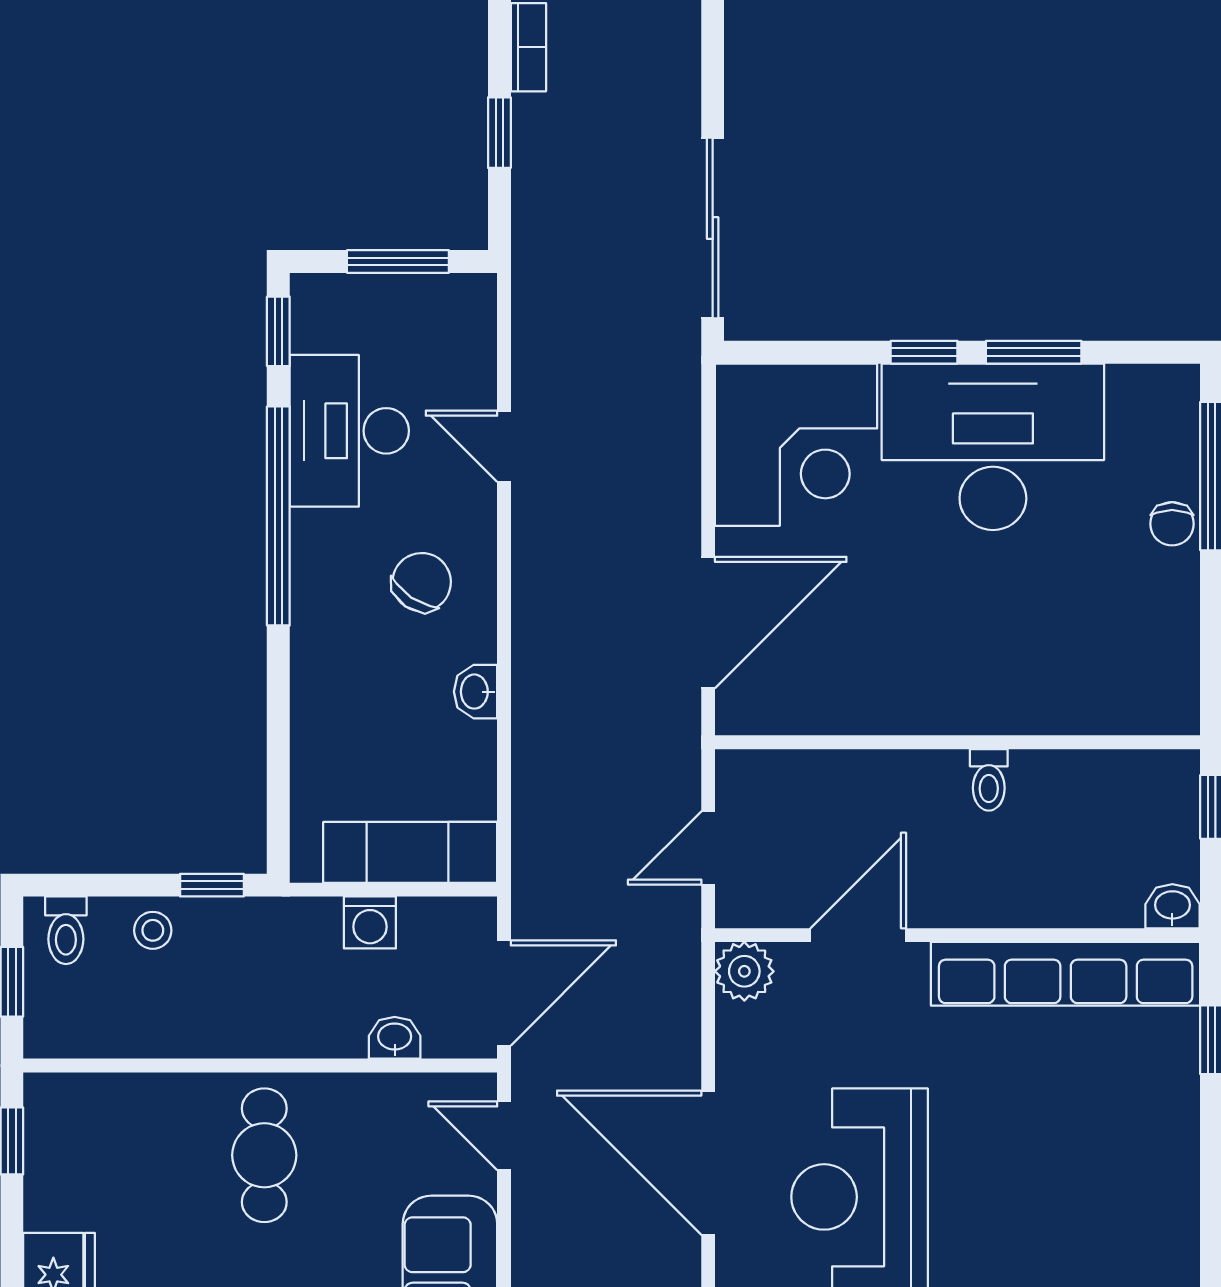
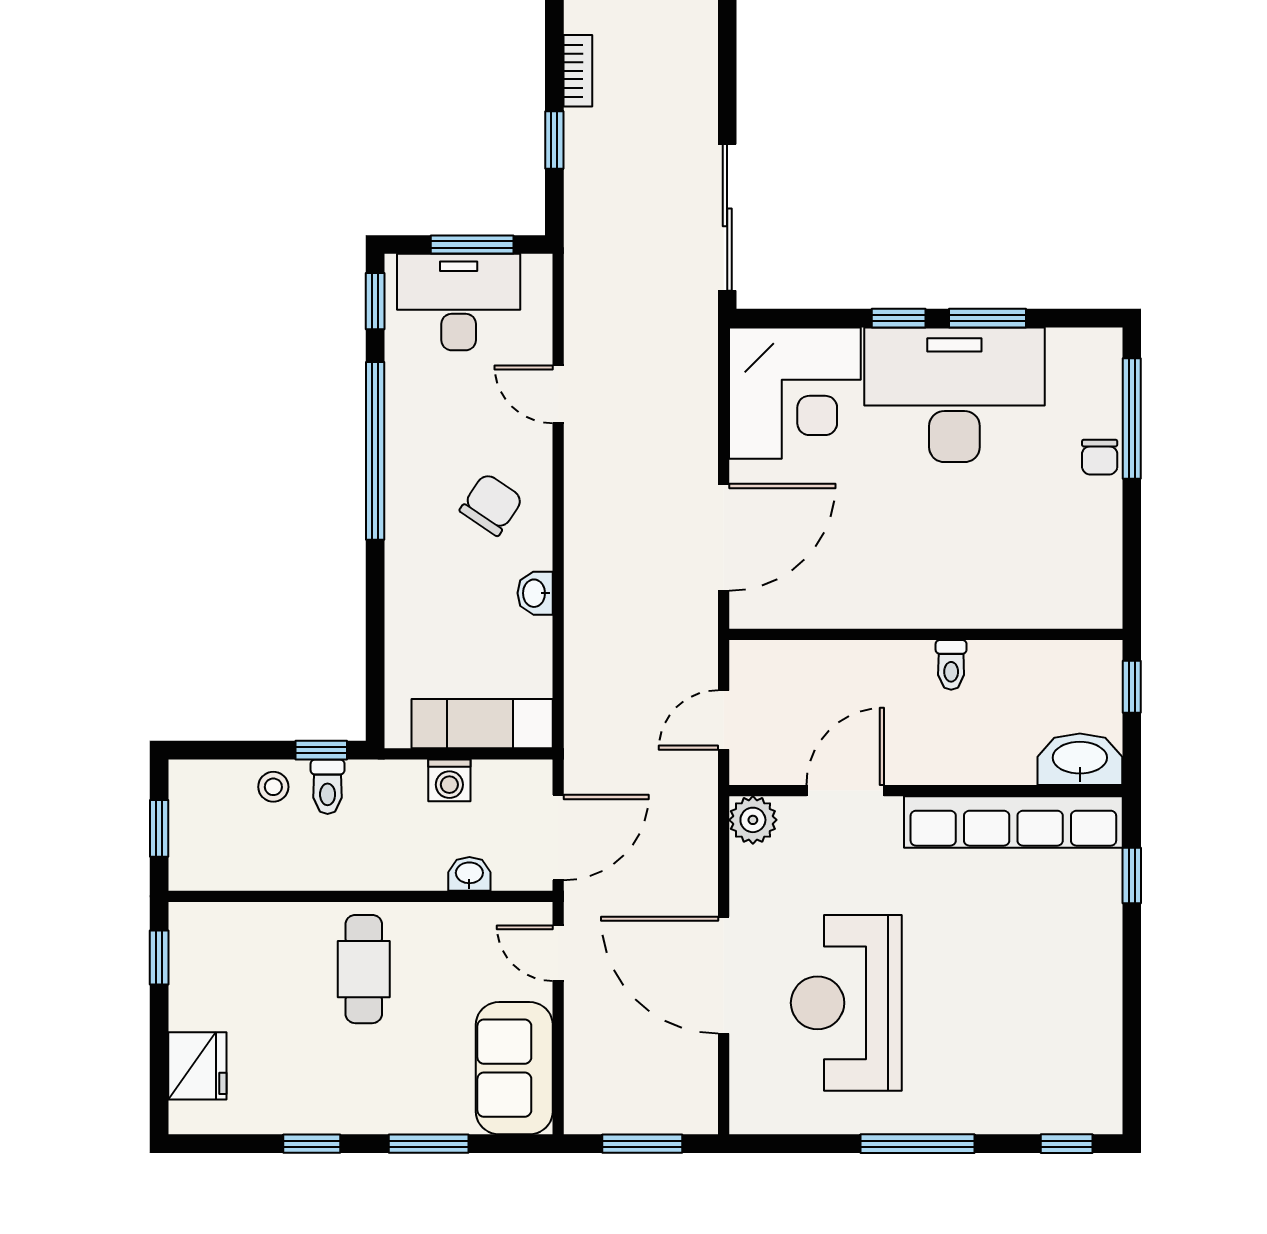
desk: (349, 431) -> (459, 302), moved, turned 90
washbasin: (1172, 906) -> (1080, 759), width x1.91, depth x1.45
toilet: (66, 930) -> (328, 787), moved

